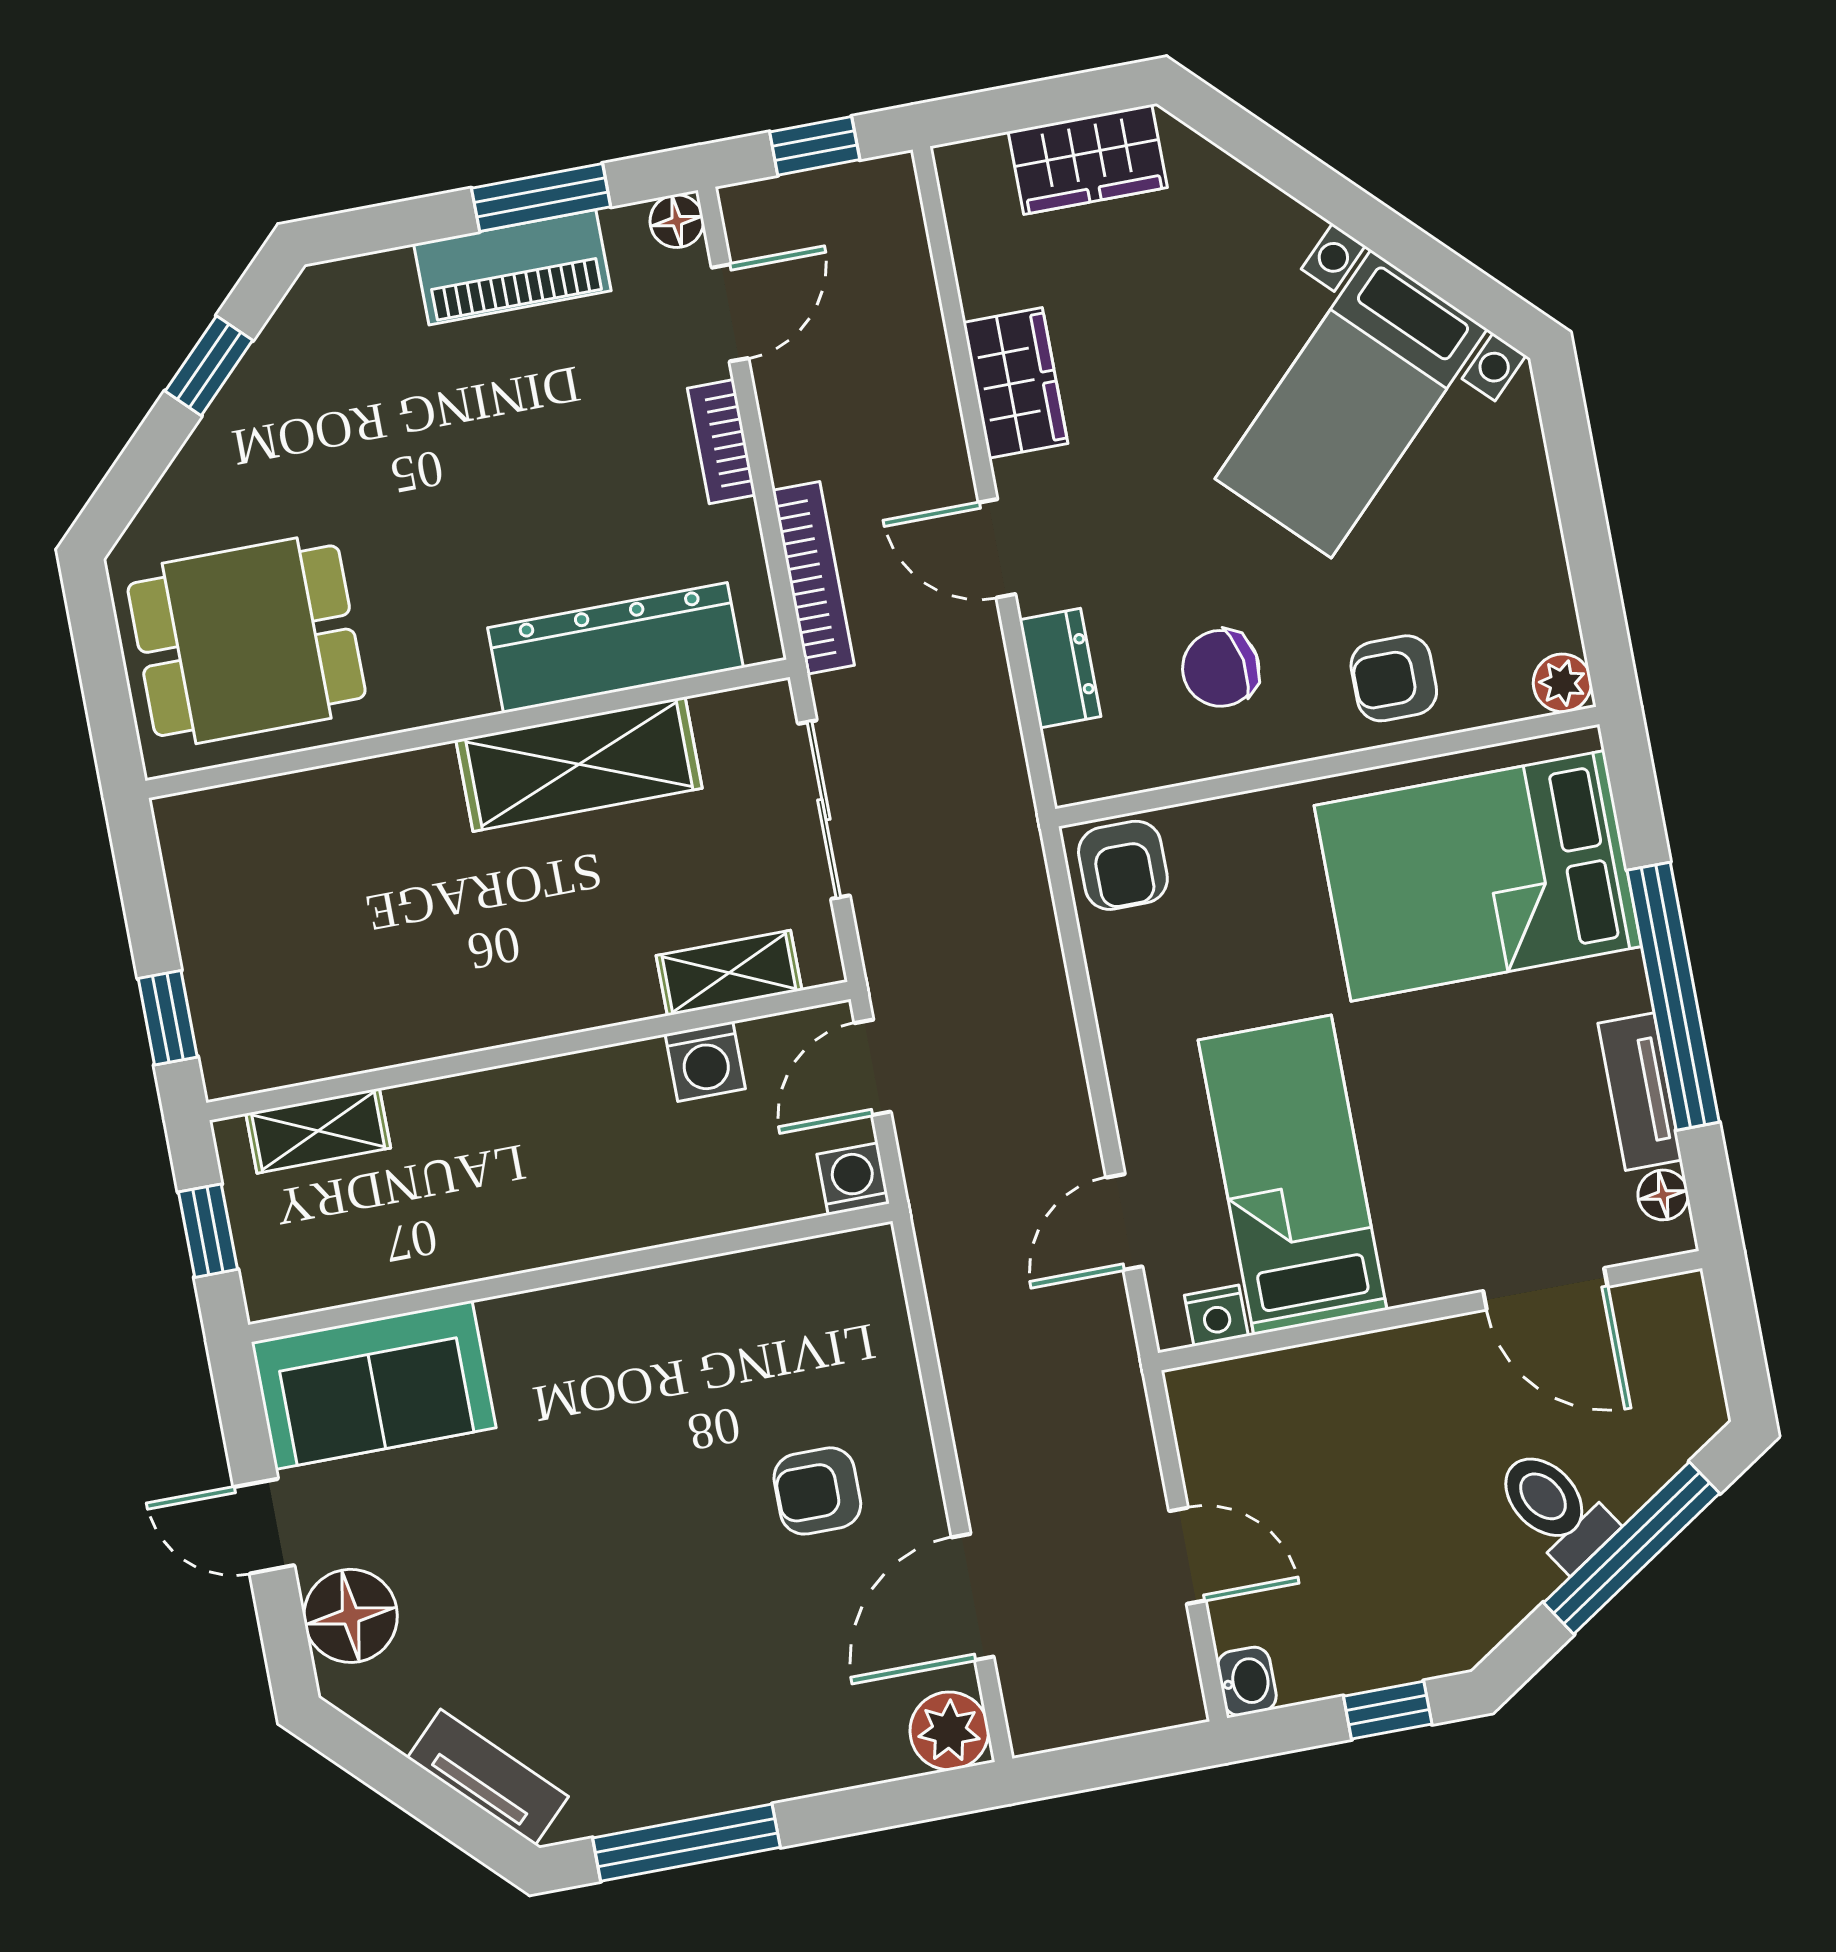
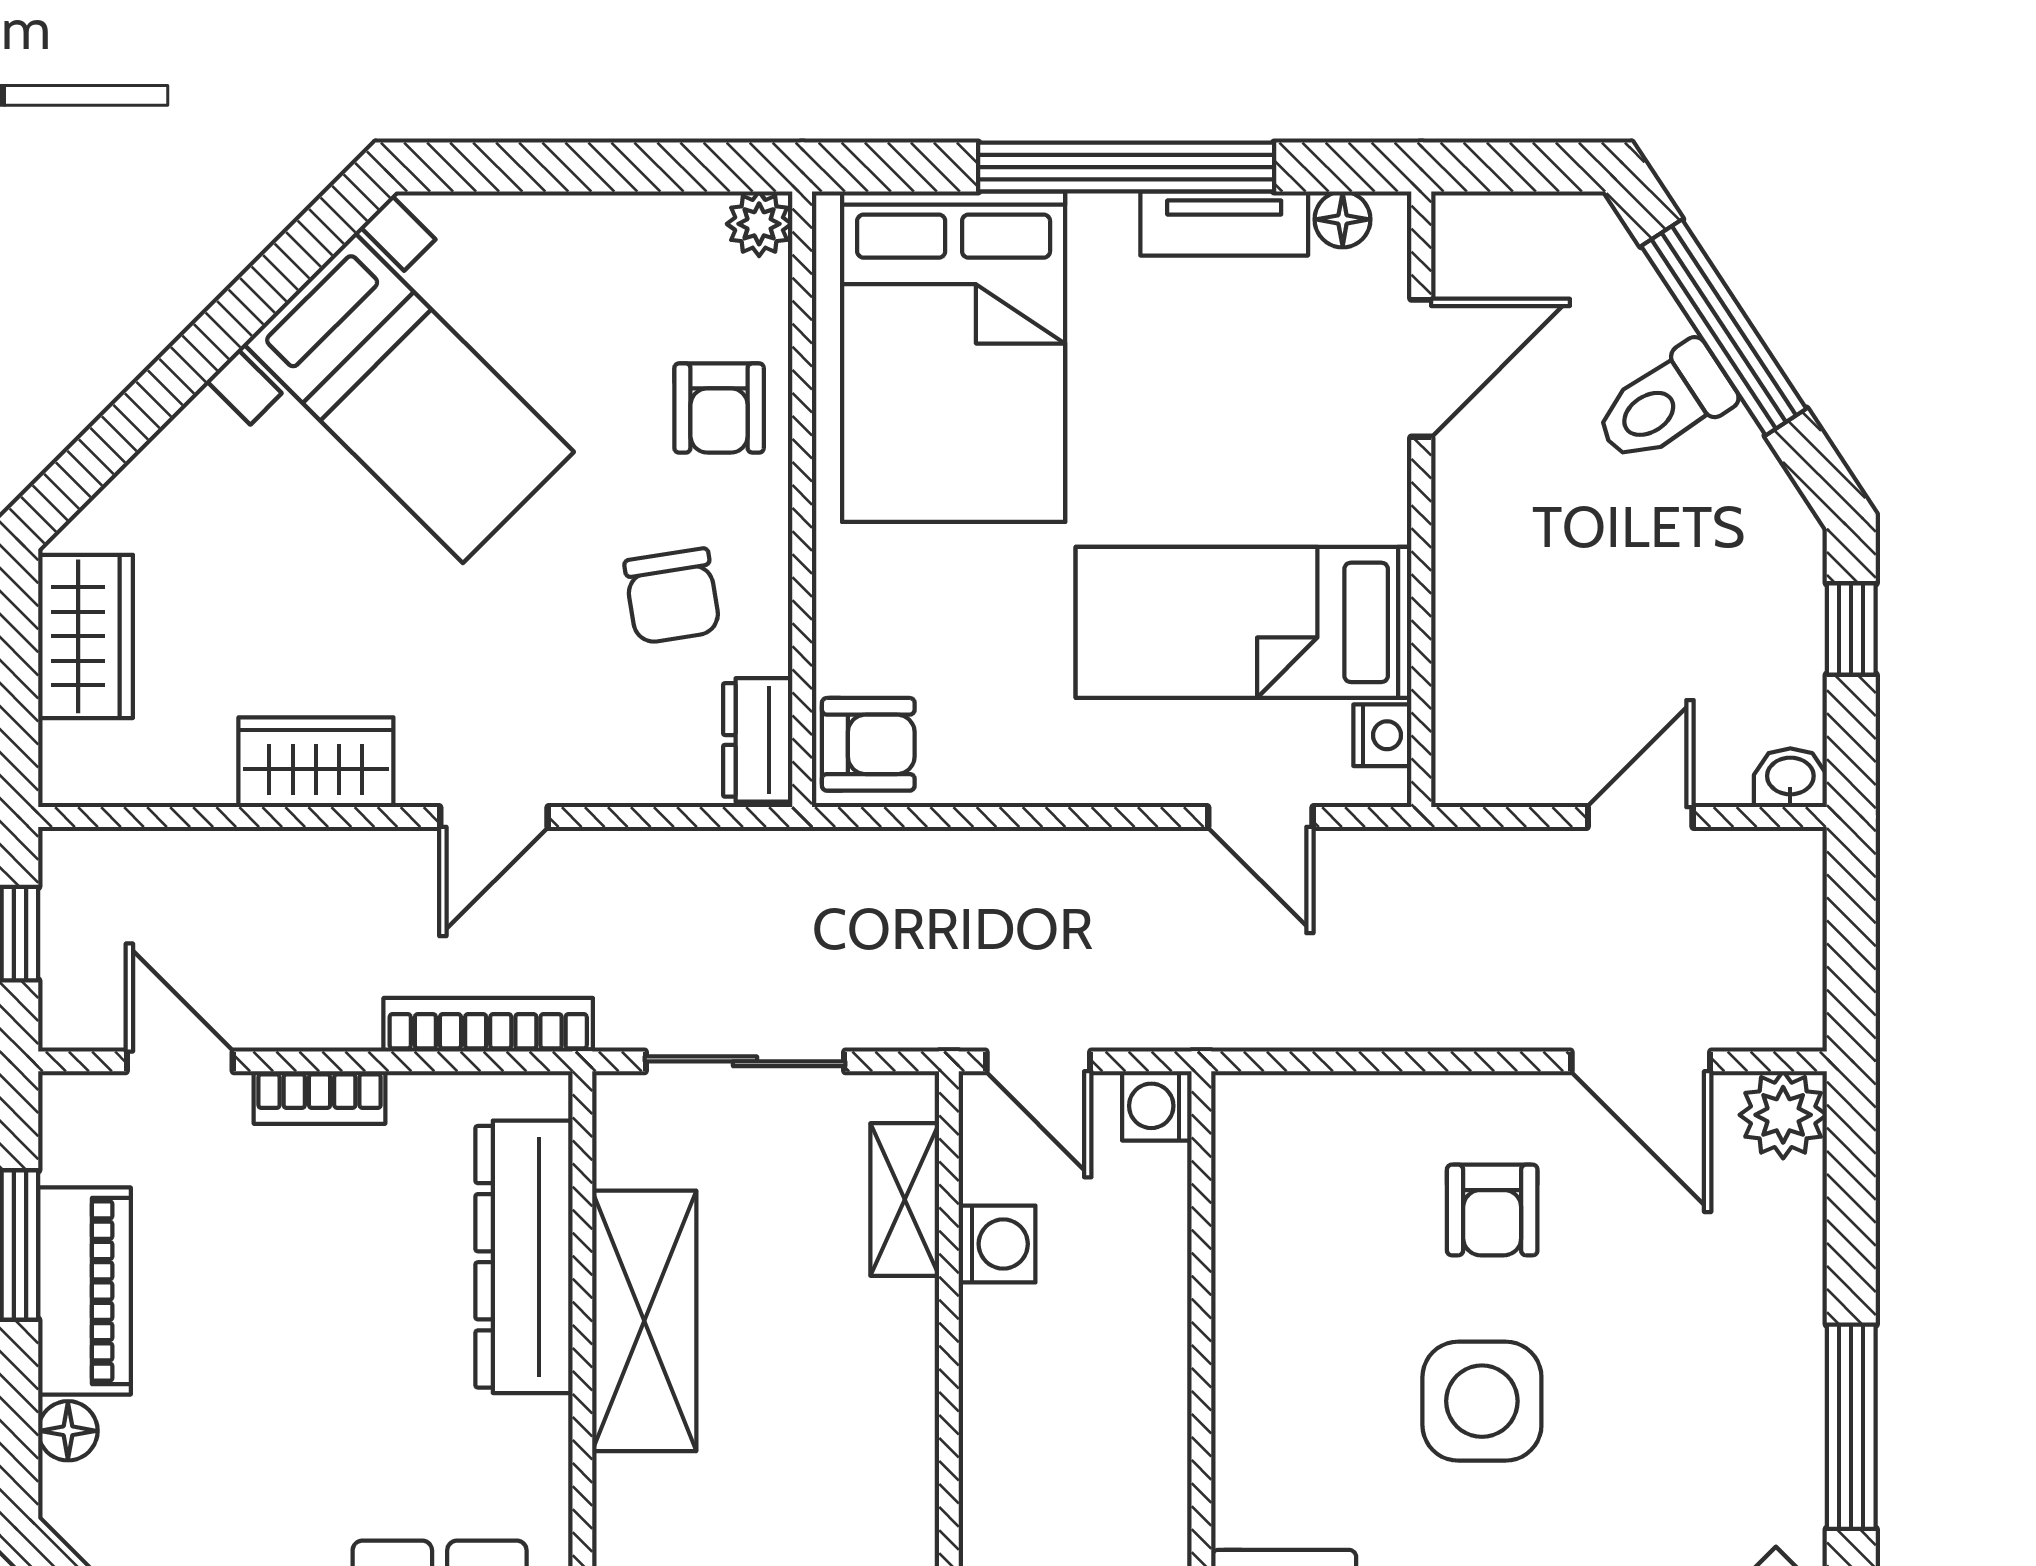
floor lamp: (677, 221) -> (68, 1431), moved
dresser: (1060, 668) -> (758, 740), moved, turned -90
side table: (648, 1514) -> (1482, 1401), added

